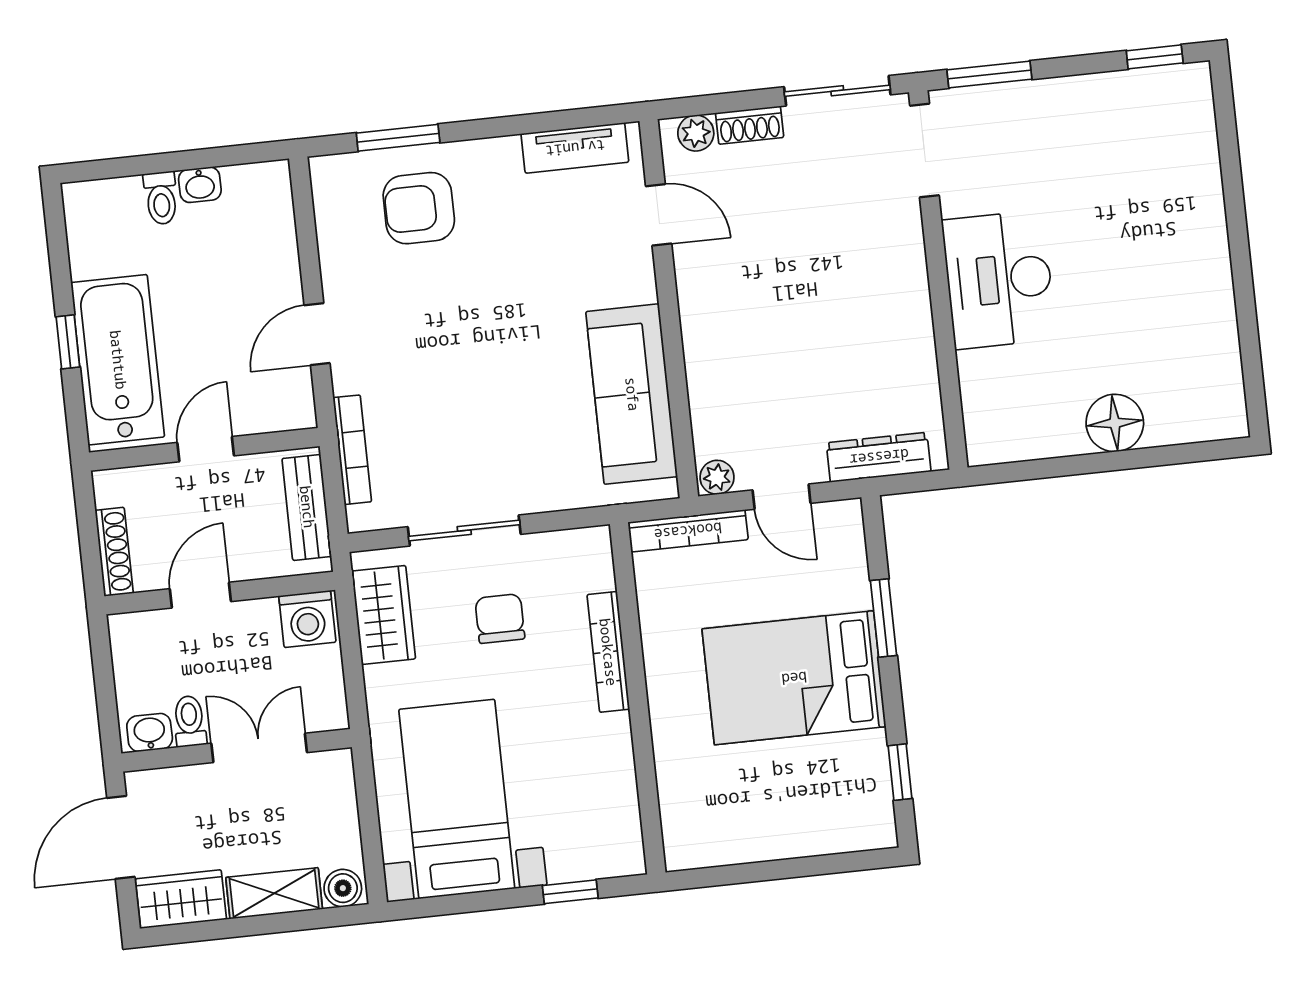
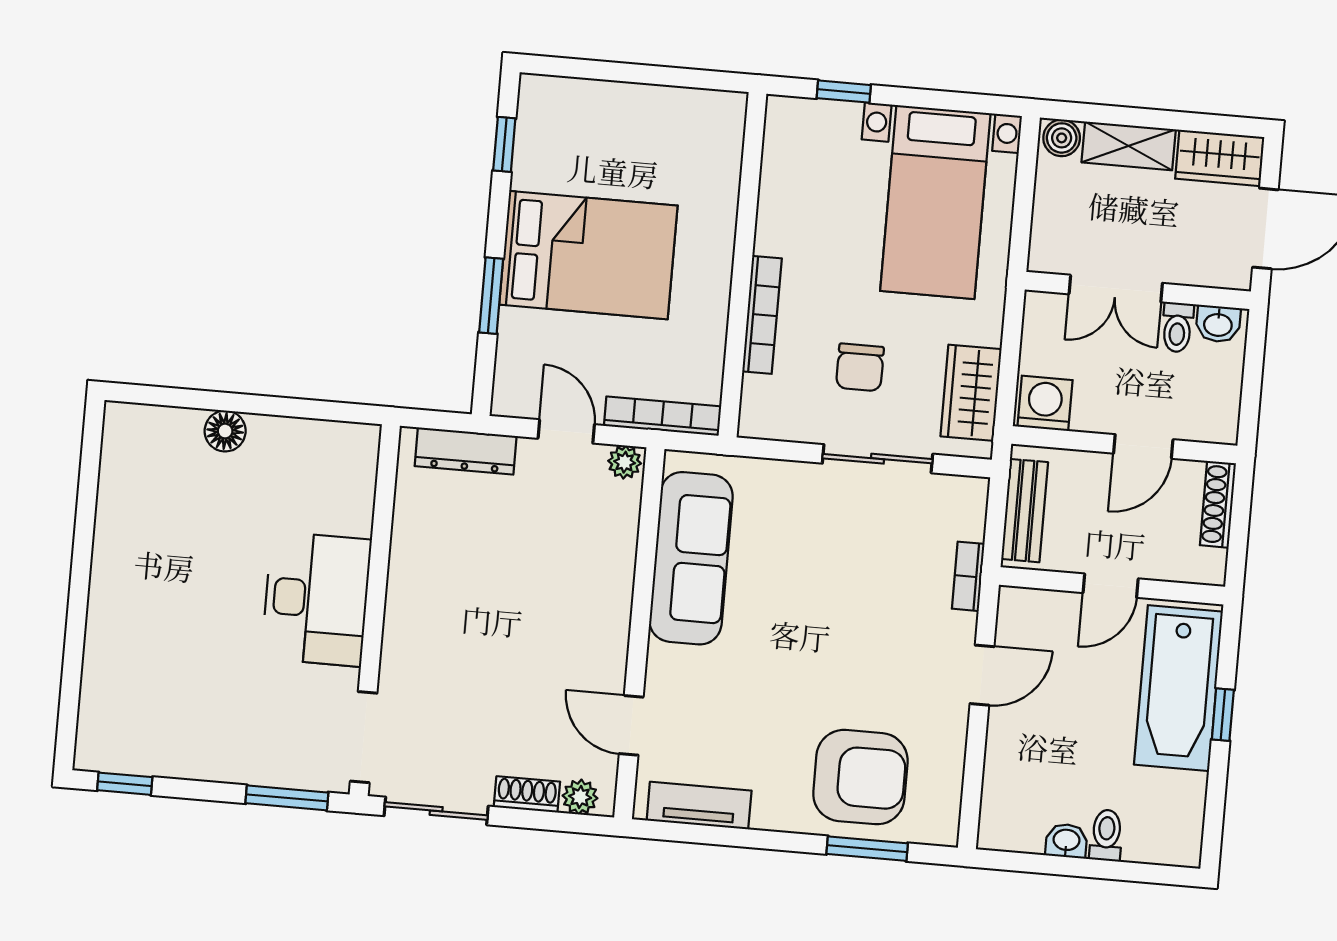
armchair: (419, 208) -> (860, 777), width x1.36, depth x1.36
floor lamp: (1115, 423) -> (225, 431), width x0.73, depth x0.73
bookcase: (352, 450) -> (968, 576), width x0.64

